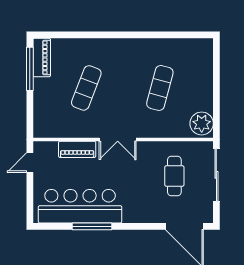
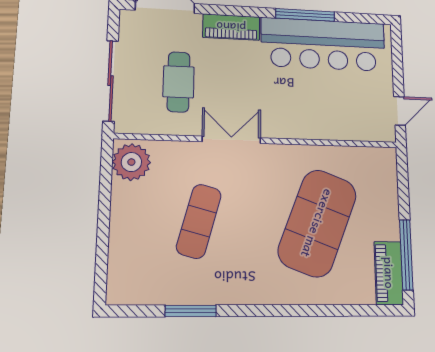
window: (164, 35) -> (191, 311), added
exercise mat: (86, 88) -> (317, 223), width x2.00, depth x1.45
double door: (118, 139) -> (231, 140), moved
piano: (77, 149) -> (231, 27), moved, turned 180

